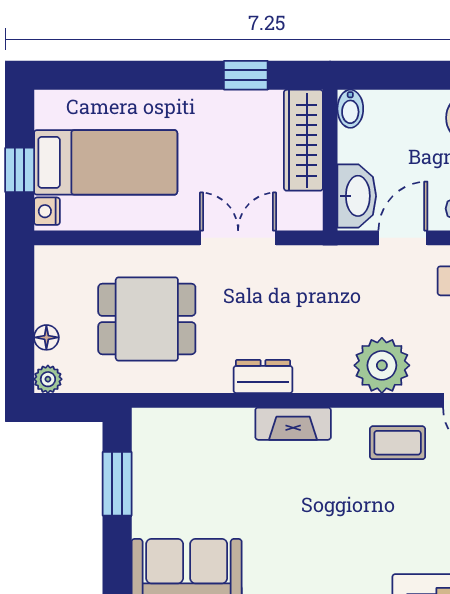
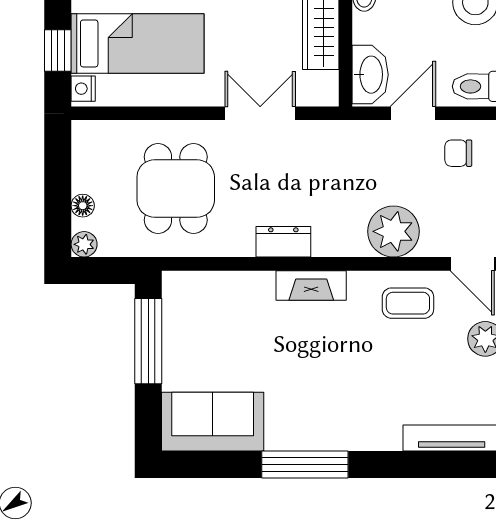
dining table: (147, 319) -> (176, 189), turned 90
window: (117, 484) -> (148, 341), width x1.44

